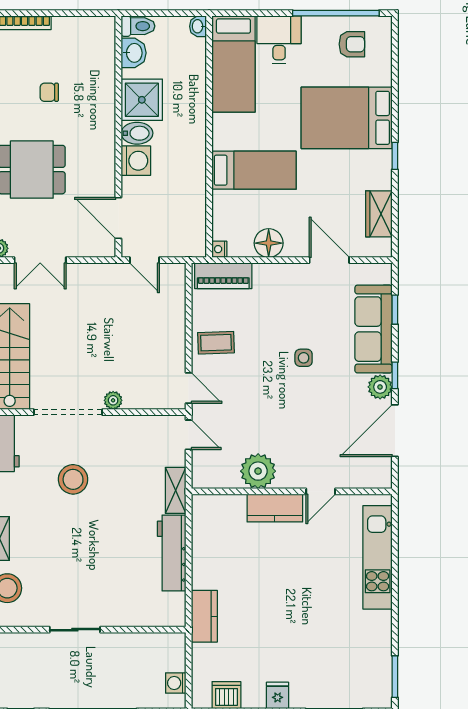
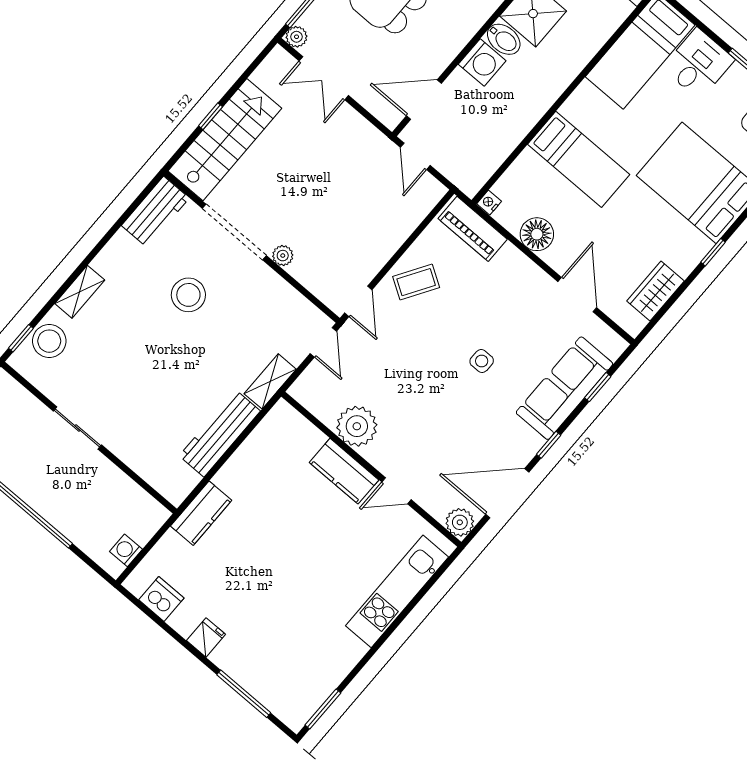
door: (118, 218) -> (424, 100), hinge flipped
coffee table: (216, 343) -> (416, 282), turned -56
plant: (380, 387) -> (460, 522), moved

